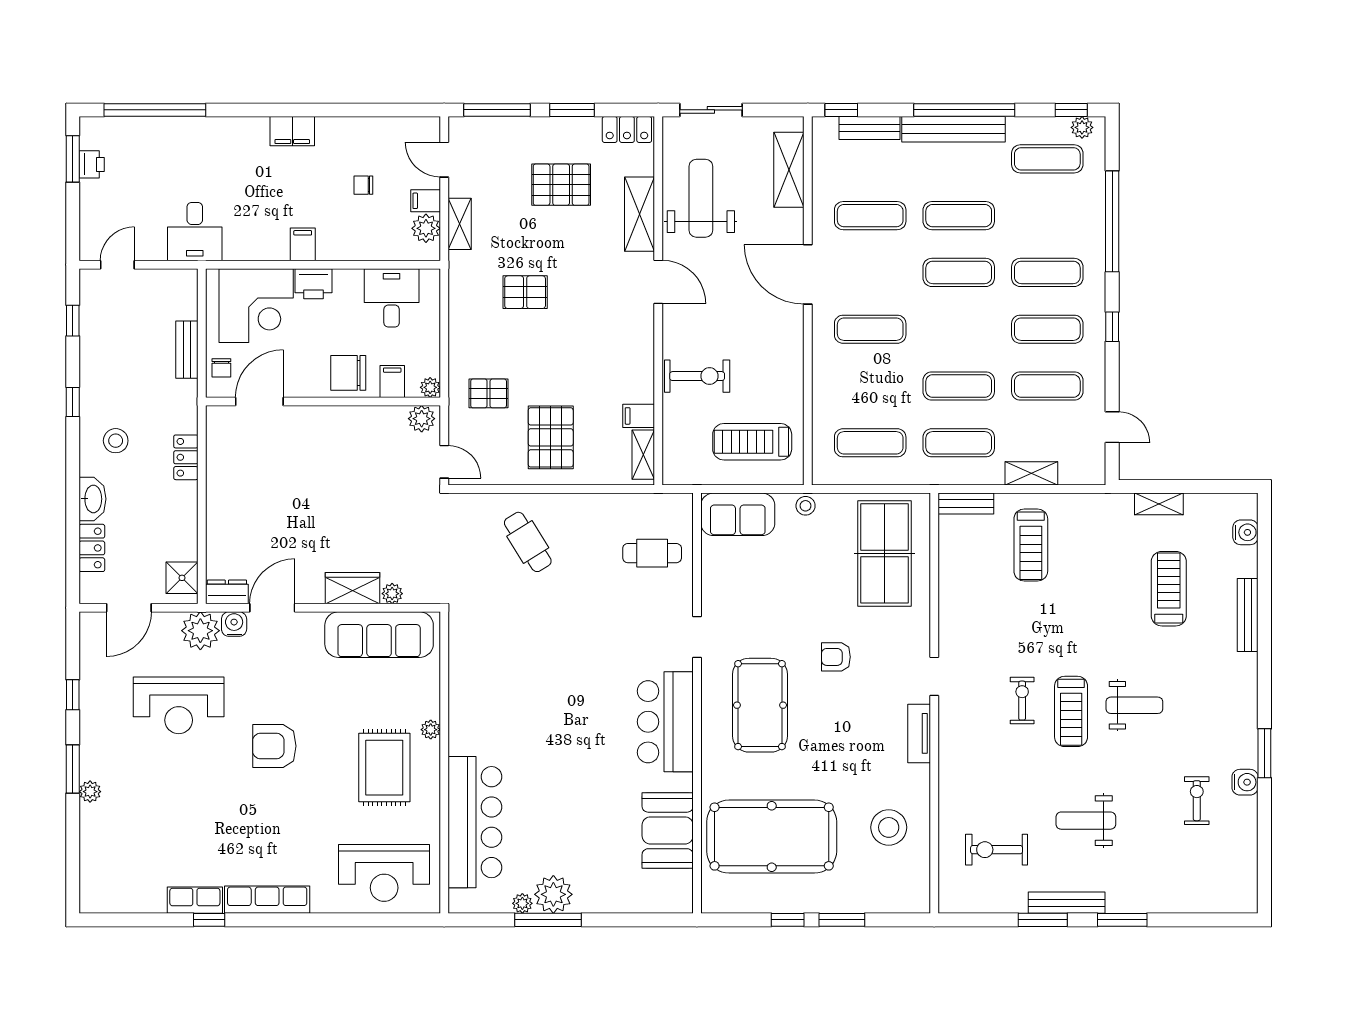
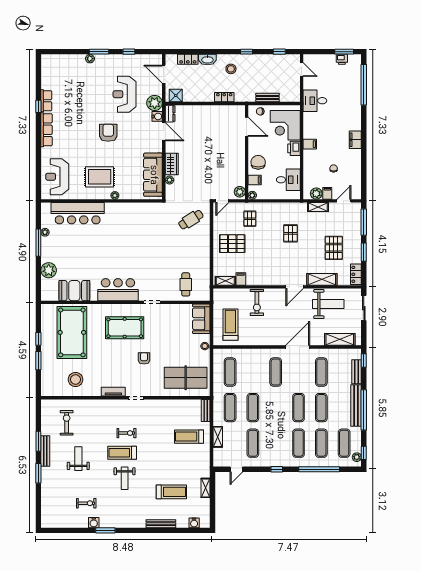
exercise mat: (1047, 329) -> (321, 443), moved
cafe table: (528, 542) -> (191, 220), moved
plant: (553, 894) -> (49, 270), moved

